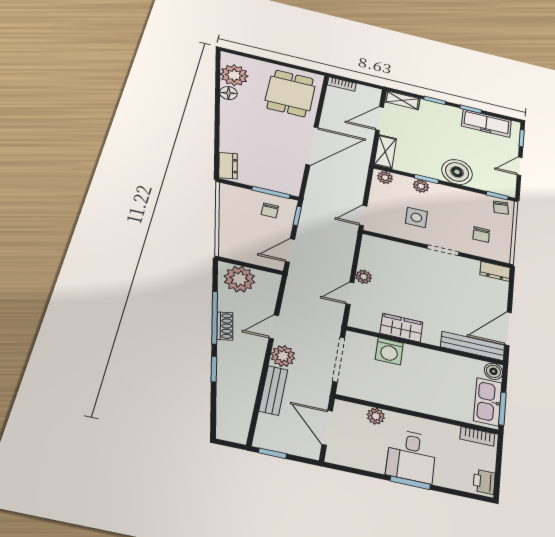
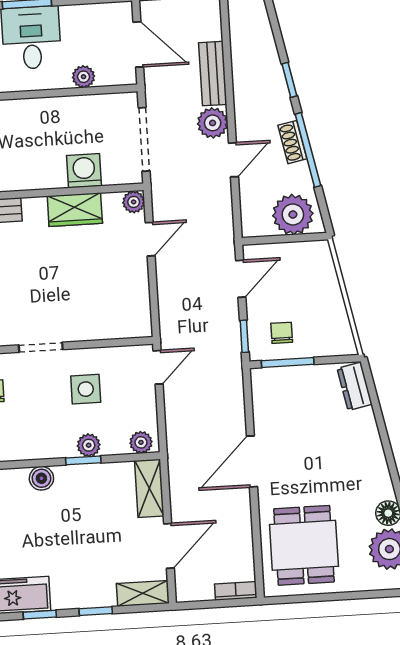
door: (312, 146) -> (252, 461), width x0.73
boiler: (457, 172) -> (41, 478), width x0.54, depth x0.54
plant: (364, 277) -> (134, 202), moved

